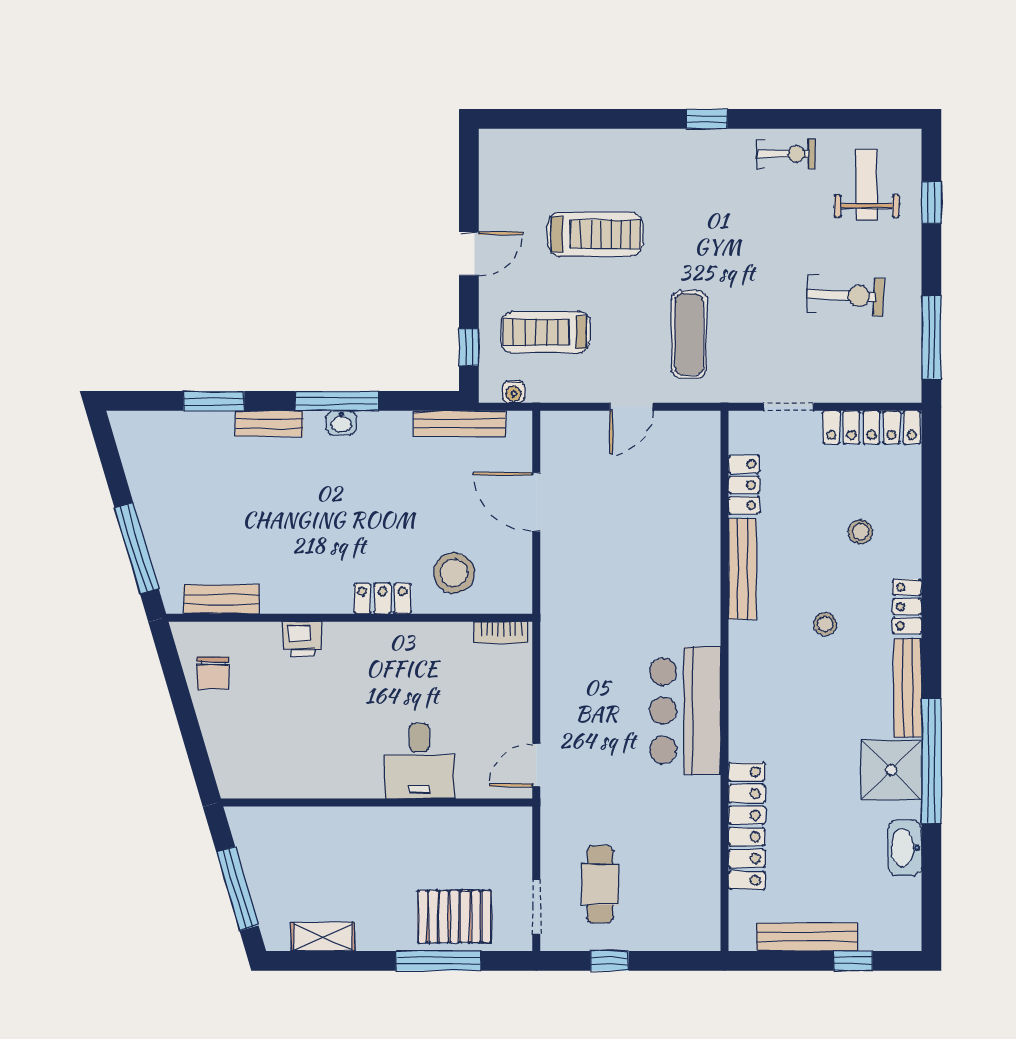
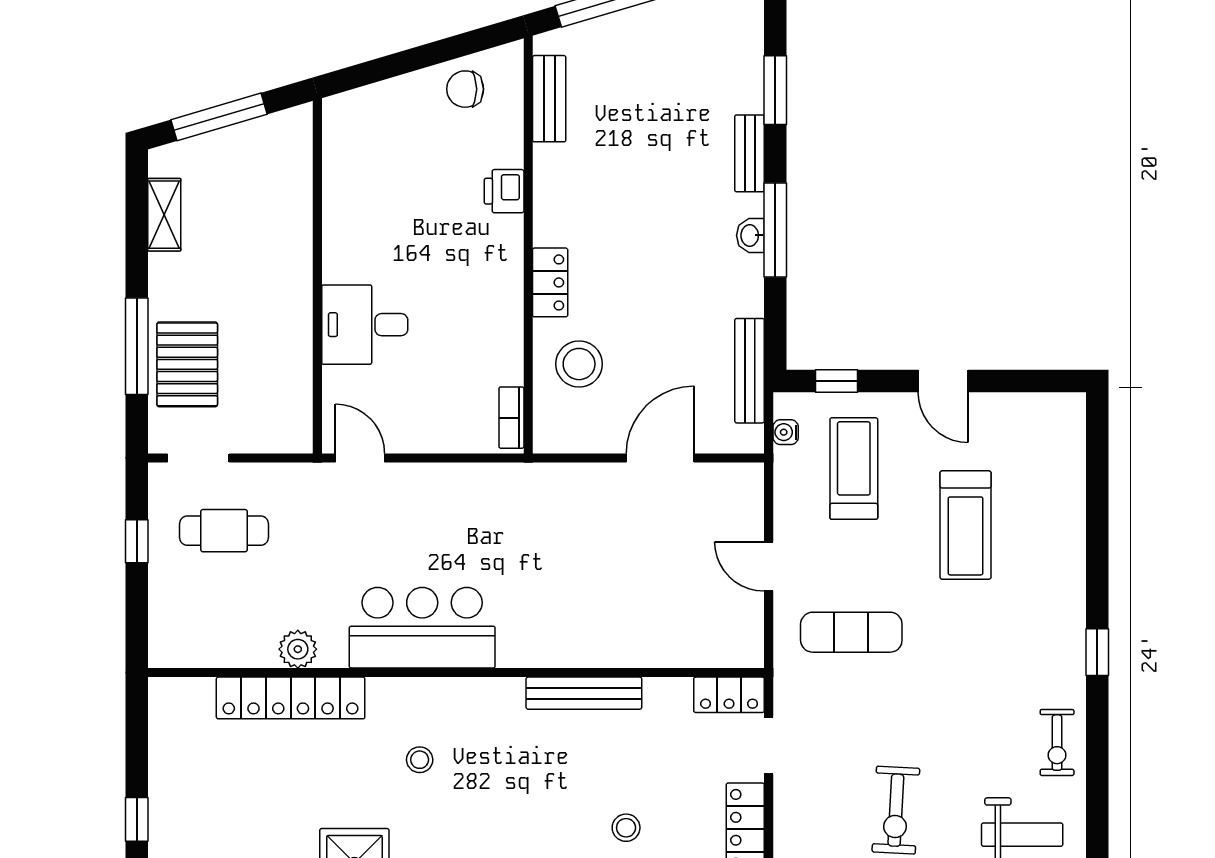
locker: (744, 485) -> (729, 695), moved
stool: (825, 624) -> (420, 760), moved
plant: (704, 820) -> (298, 649), added
bench: (807, 937) -> (164, 767), removed

